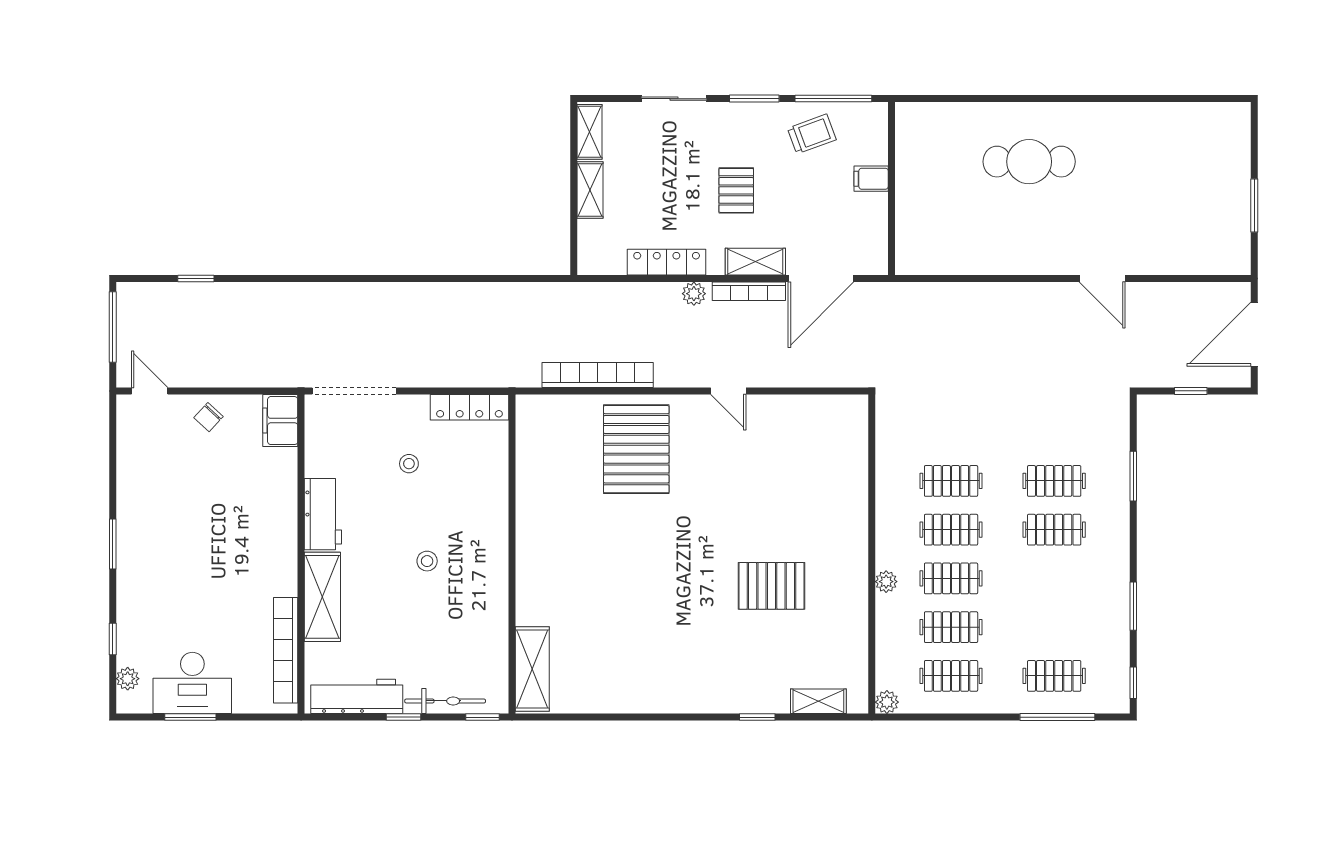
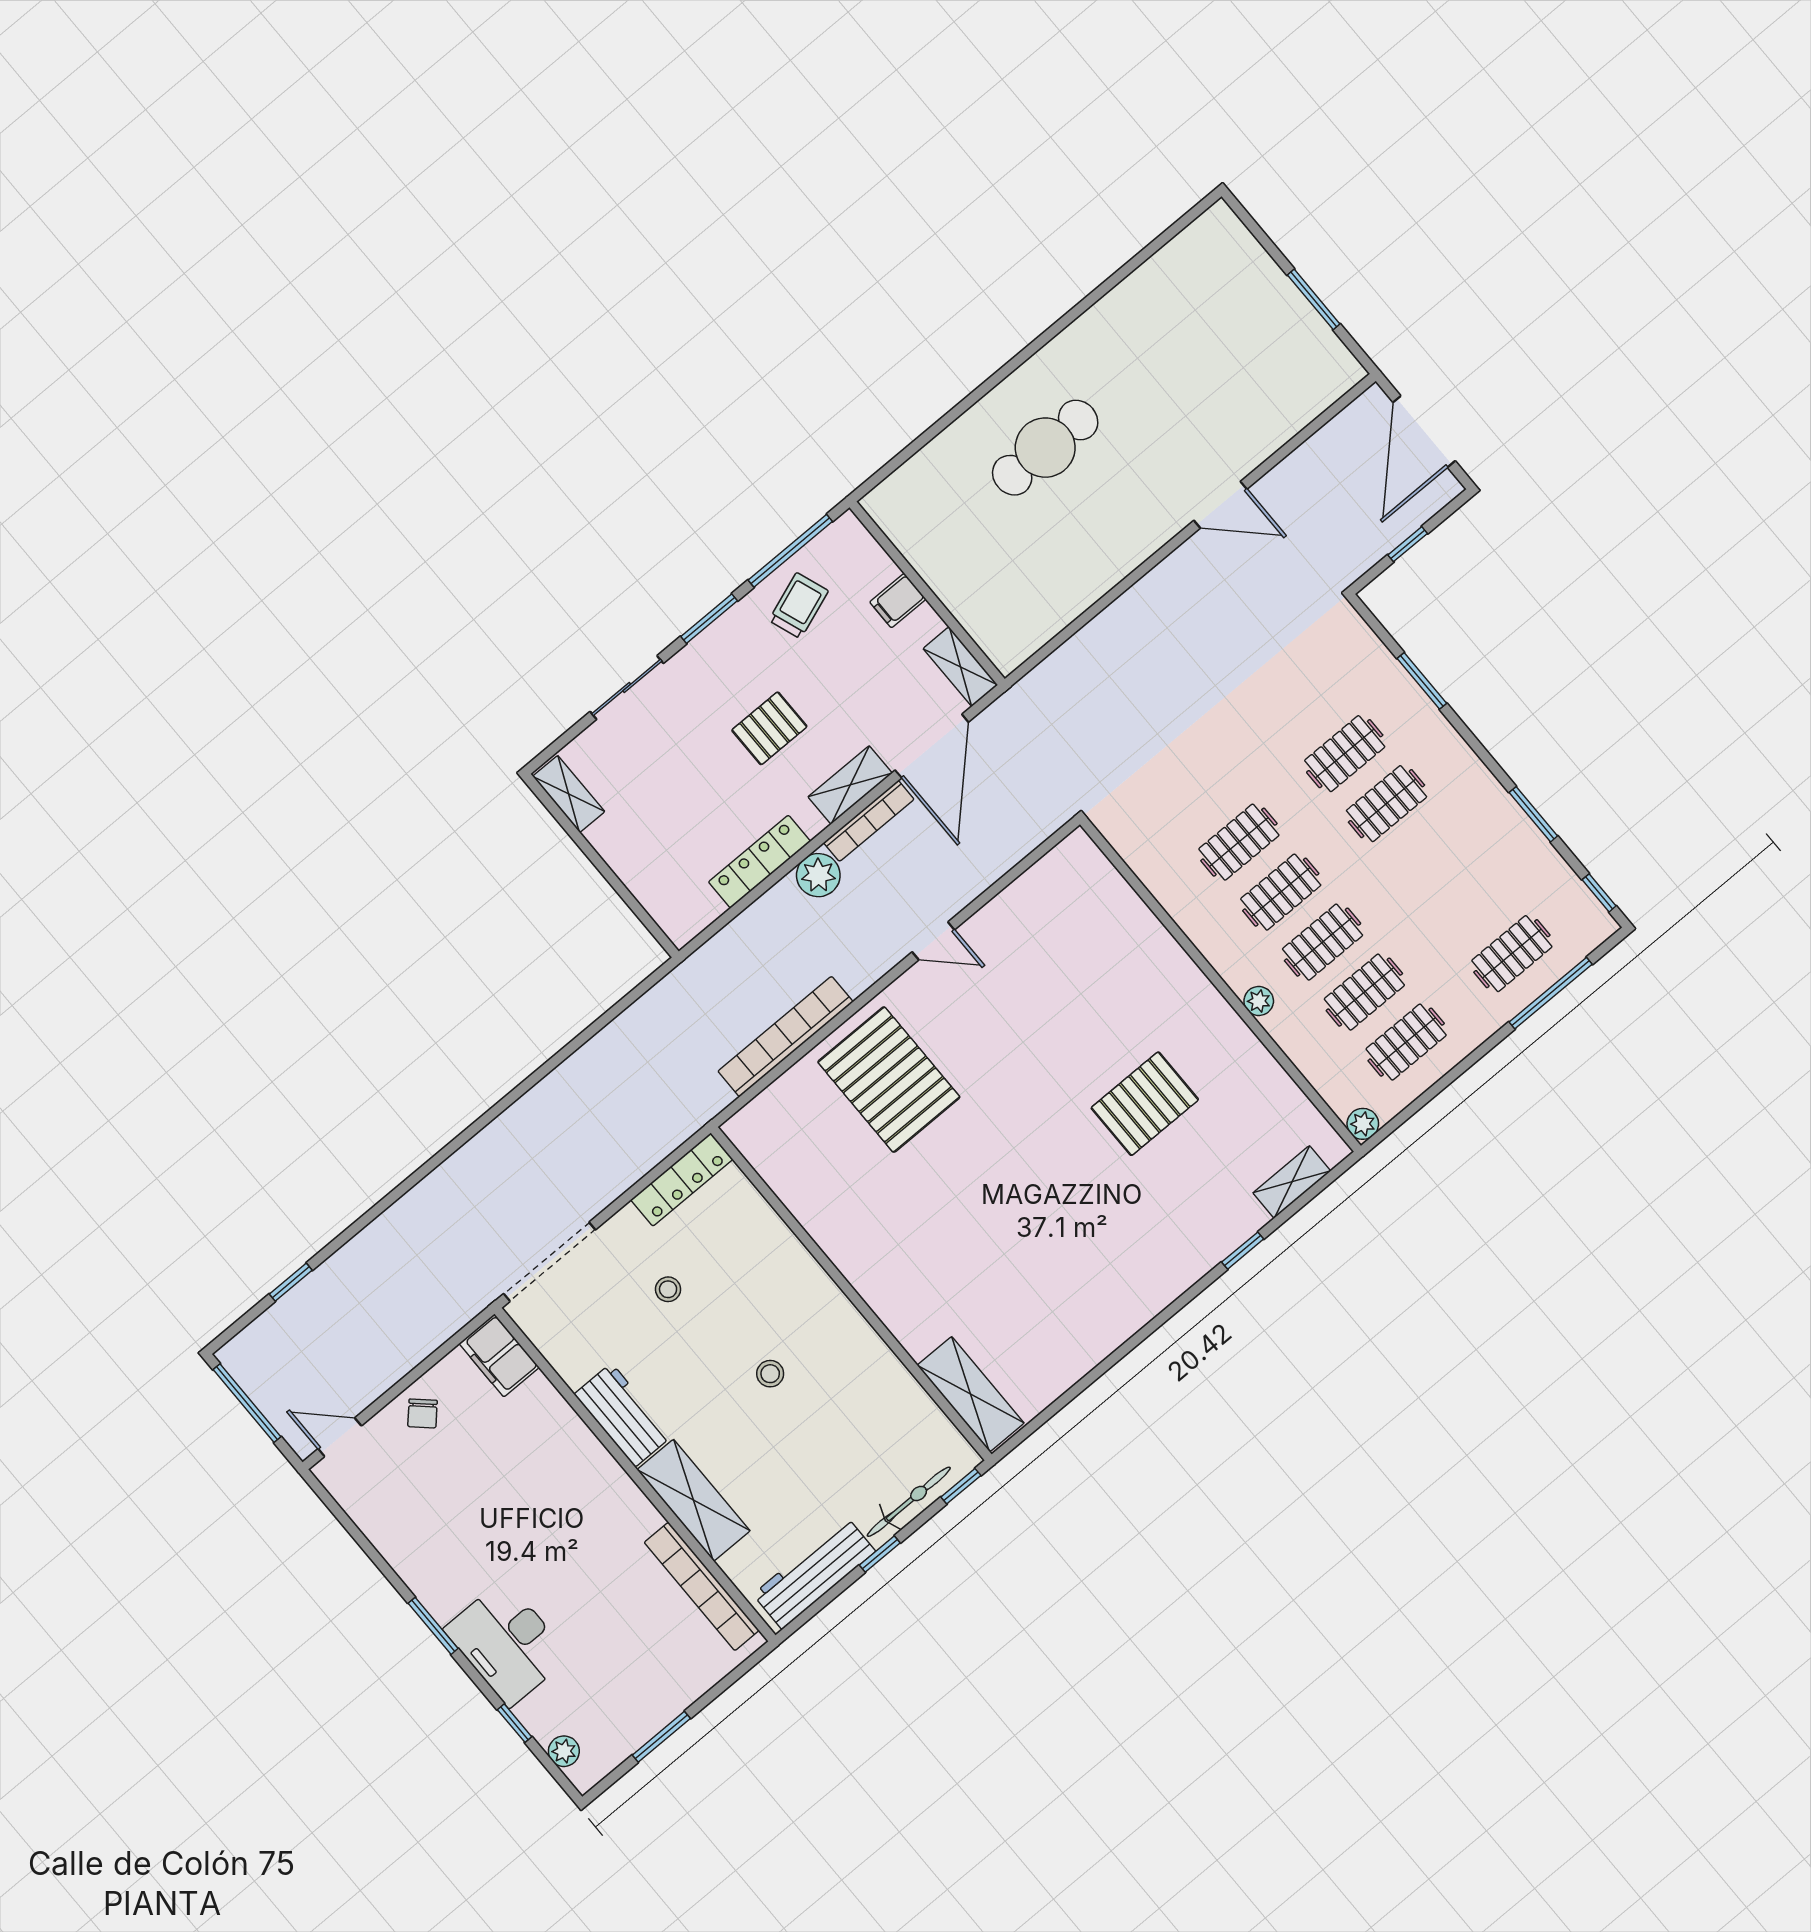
shelving: (590, 190) -> (960, 667), moved
pallet: (736, 190) -> (769, 728), turned 90
plant: (694, 294) -> (818, 875), width x1.38, depth x1.38
desk: (192, 683) -> (507, 1643), moved, turned 90

